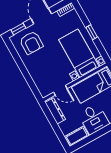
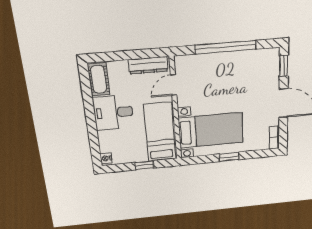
armchair: (31, 43) -> (257, 75), removed
window: (24, 70) -> (226, 47), added

